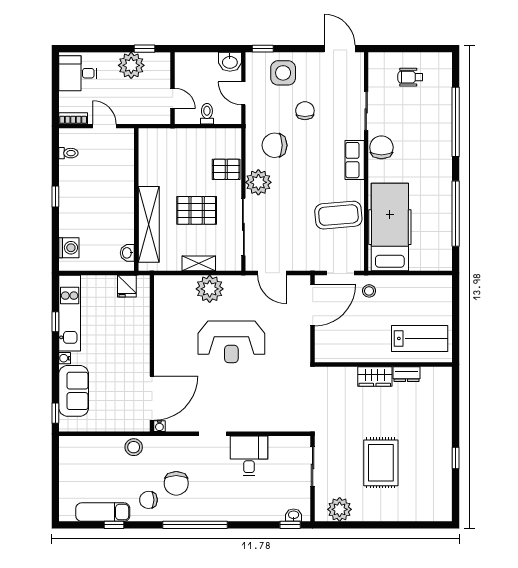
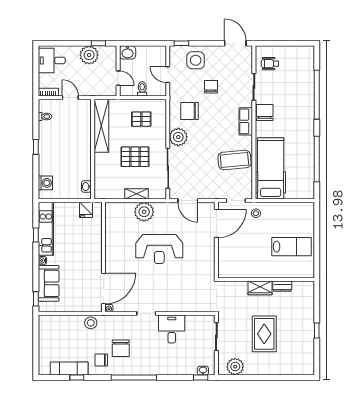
washbasin: (230, 62) -> (128, 52), moved
wheelchair: (410, 77) -> (270, 64), moved
pallet: (226, 169) -> (141, 119), moved
shelving: (149, 224) -> (101, 126), moved
wall: (383, 365) -> (266, 279), moved
dresser: (407, 374) -> (282, 286), moved
wardrobe: (375, 377) -> (260, 288), moved

